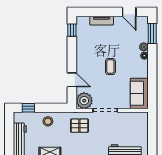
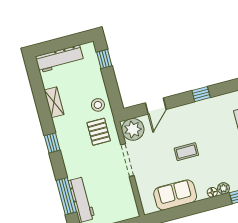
window: (72, 30) -> (201, 94), moved
sofa: (139, 93) -> (175, 195), moved
stool: (48, 121) -> (98, 105), moved

